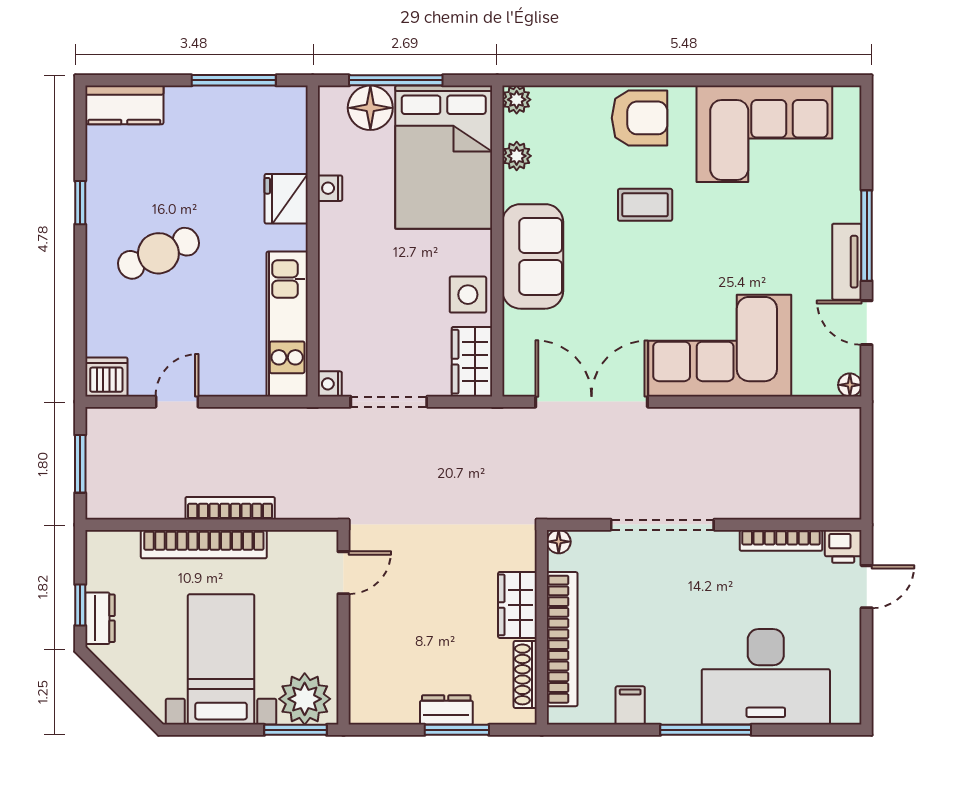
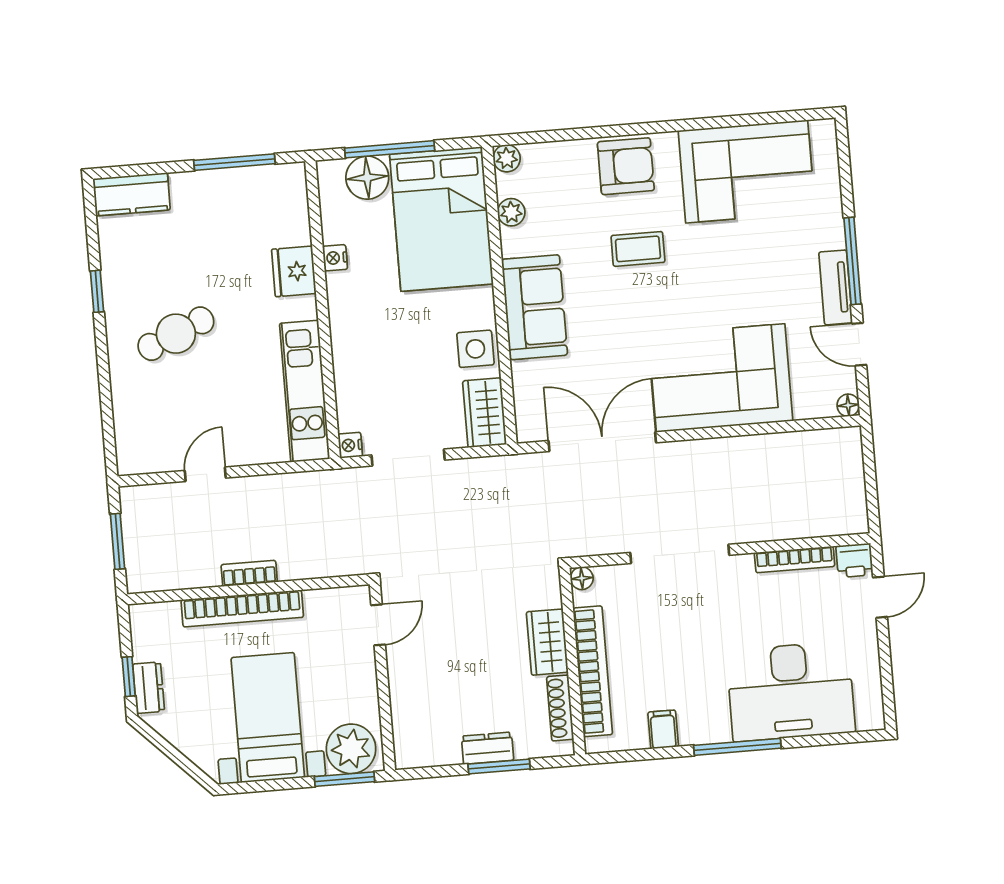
dishwasher: (106, 377) -> (136, 456), removed
bookcase: (230, 508) -> (249, 573), width x0.64

